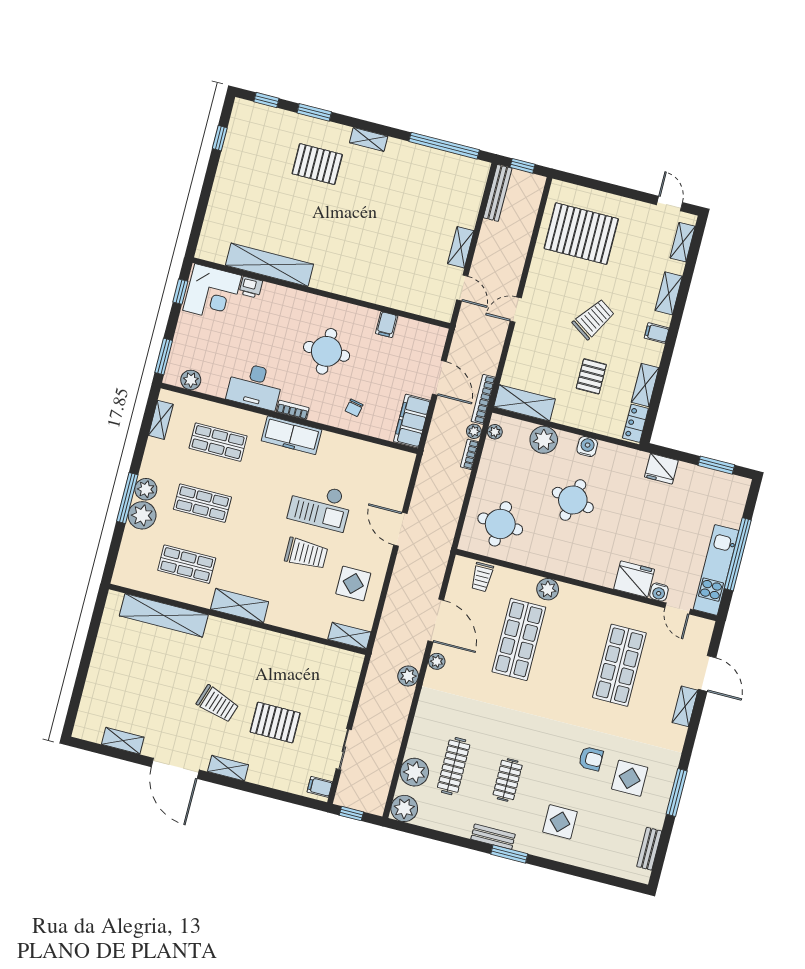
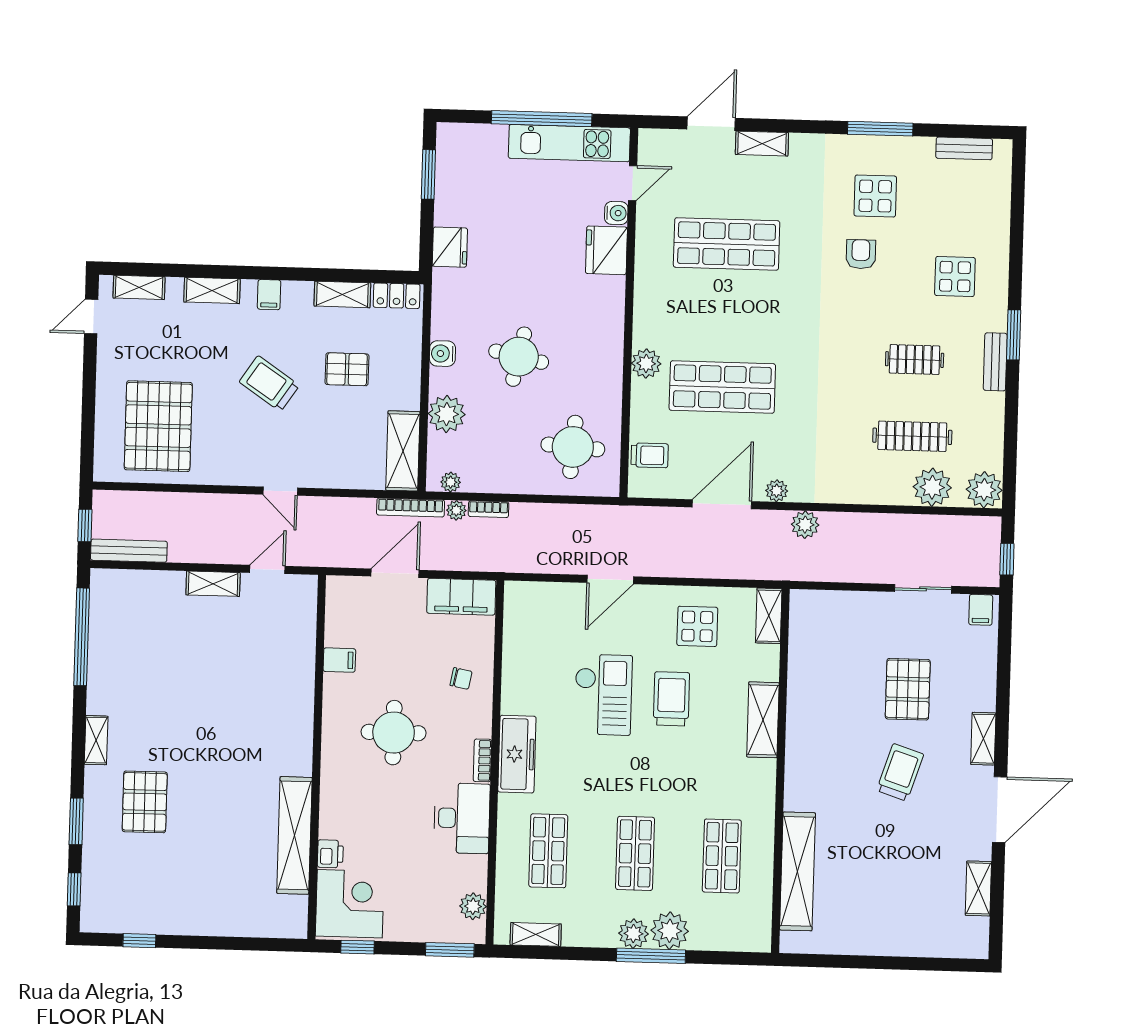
shelving: (240, 606) -> (763, 720), moved

